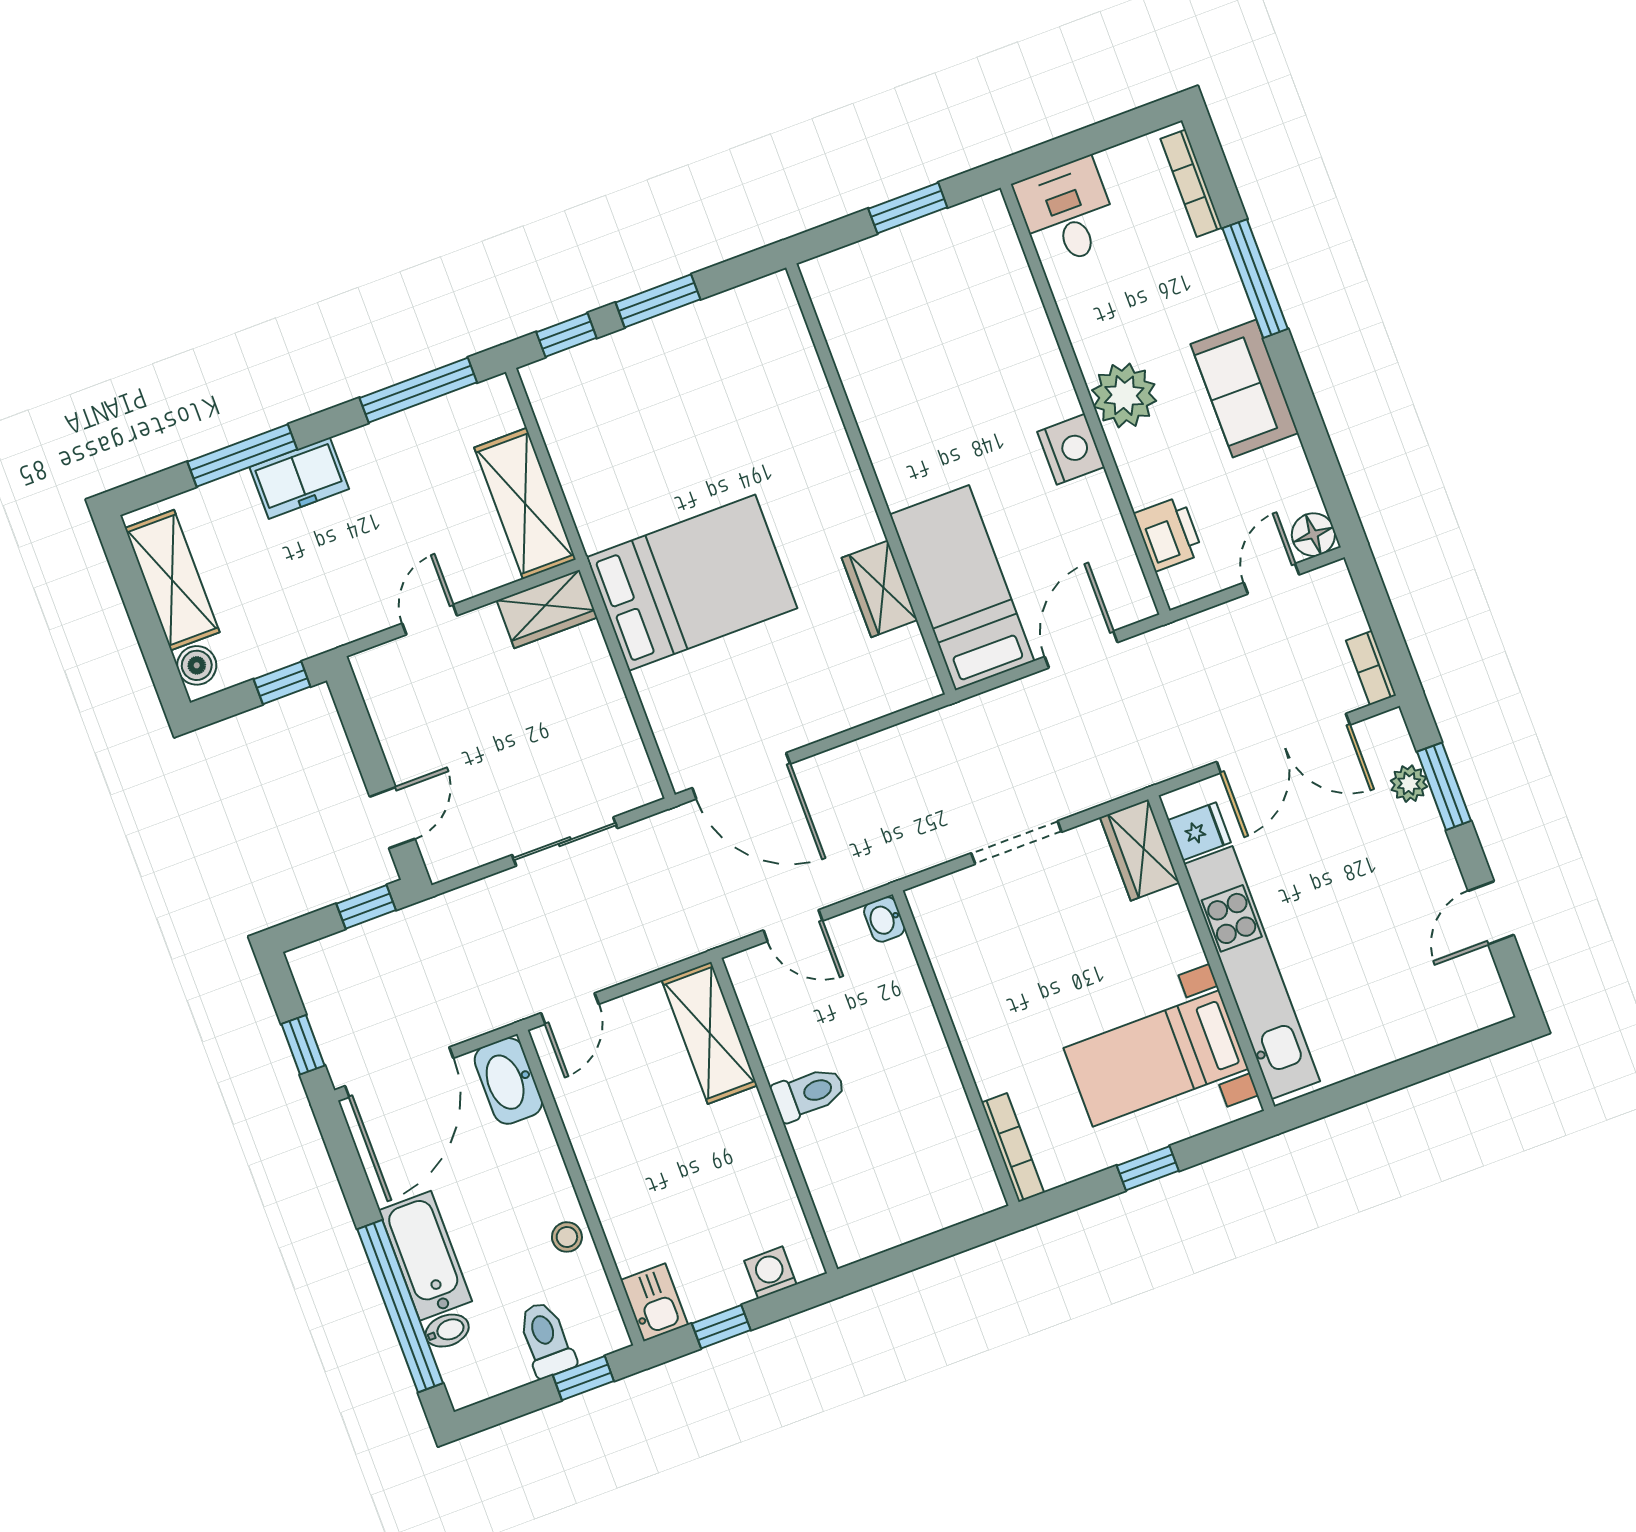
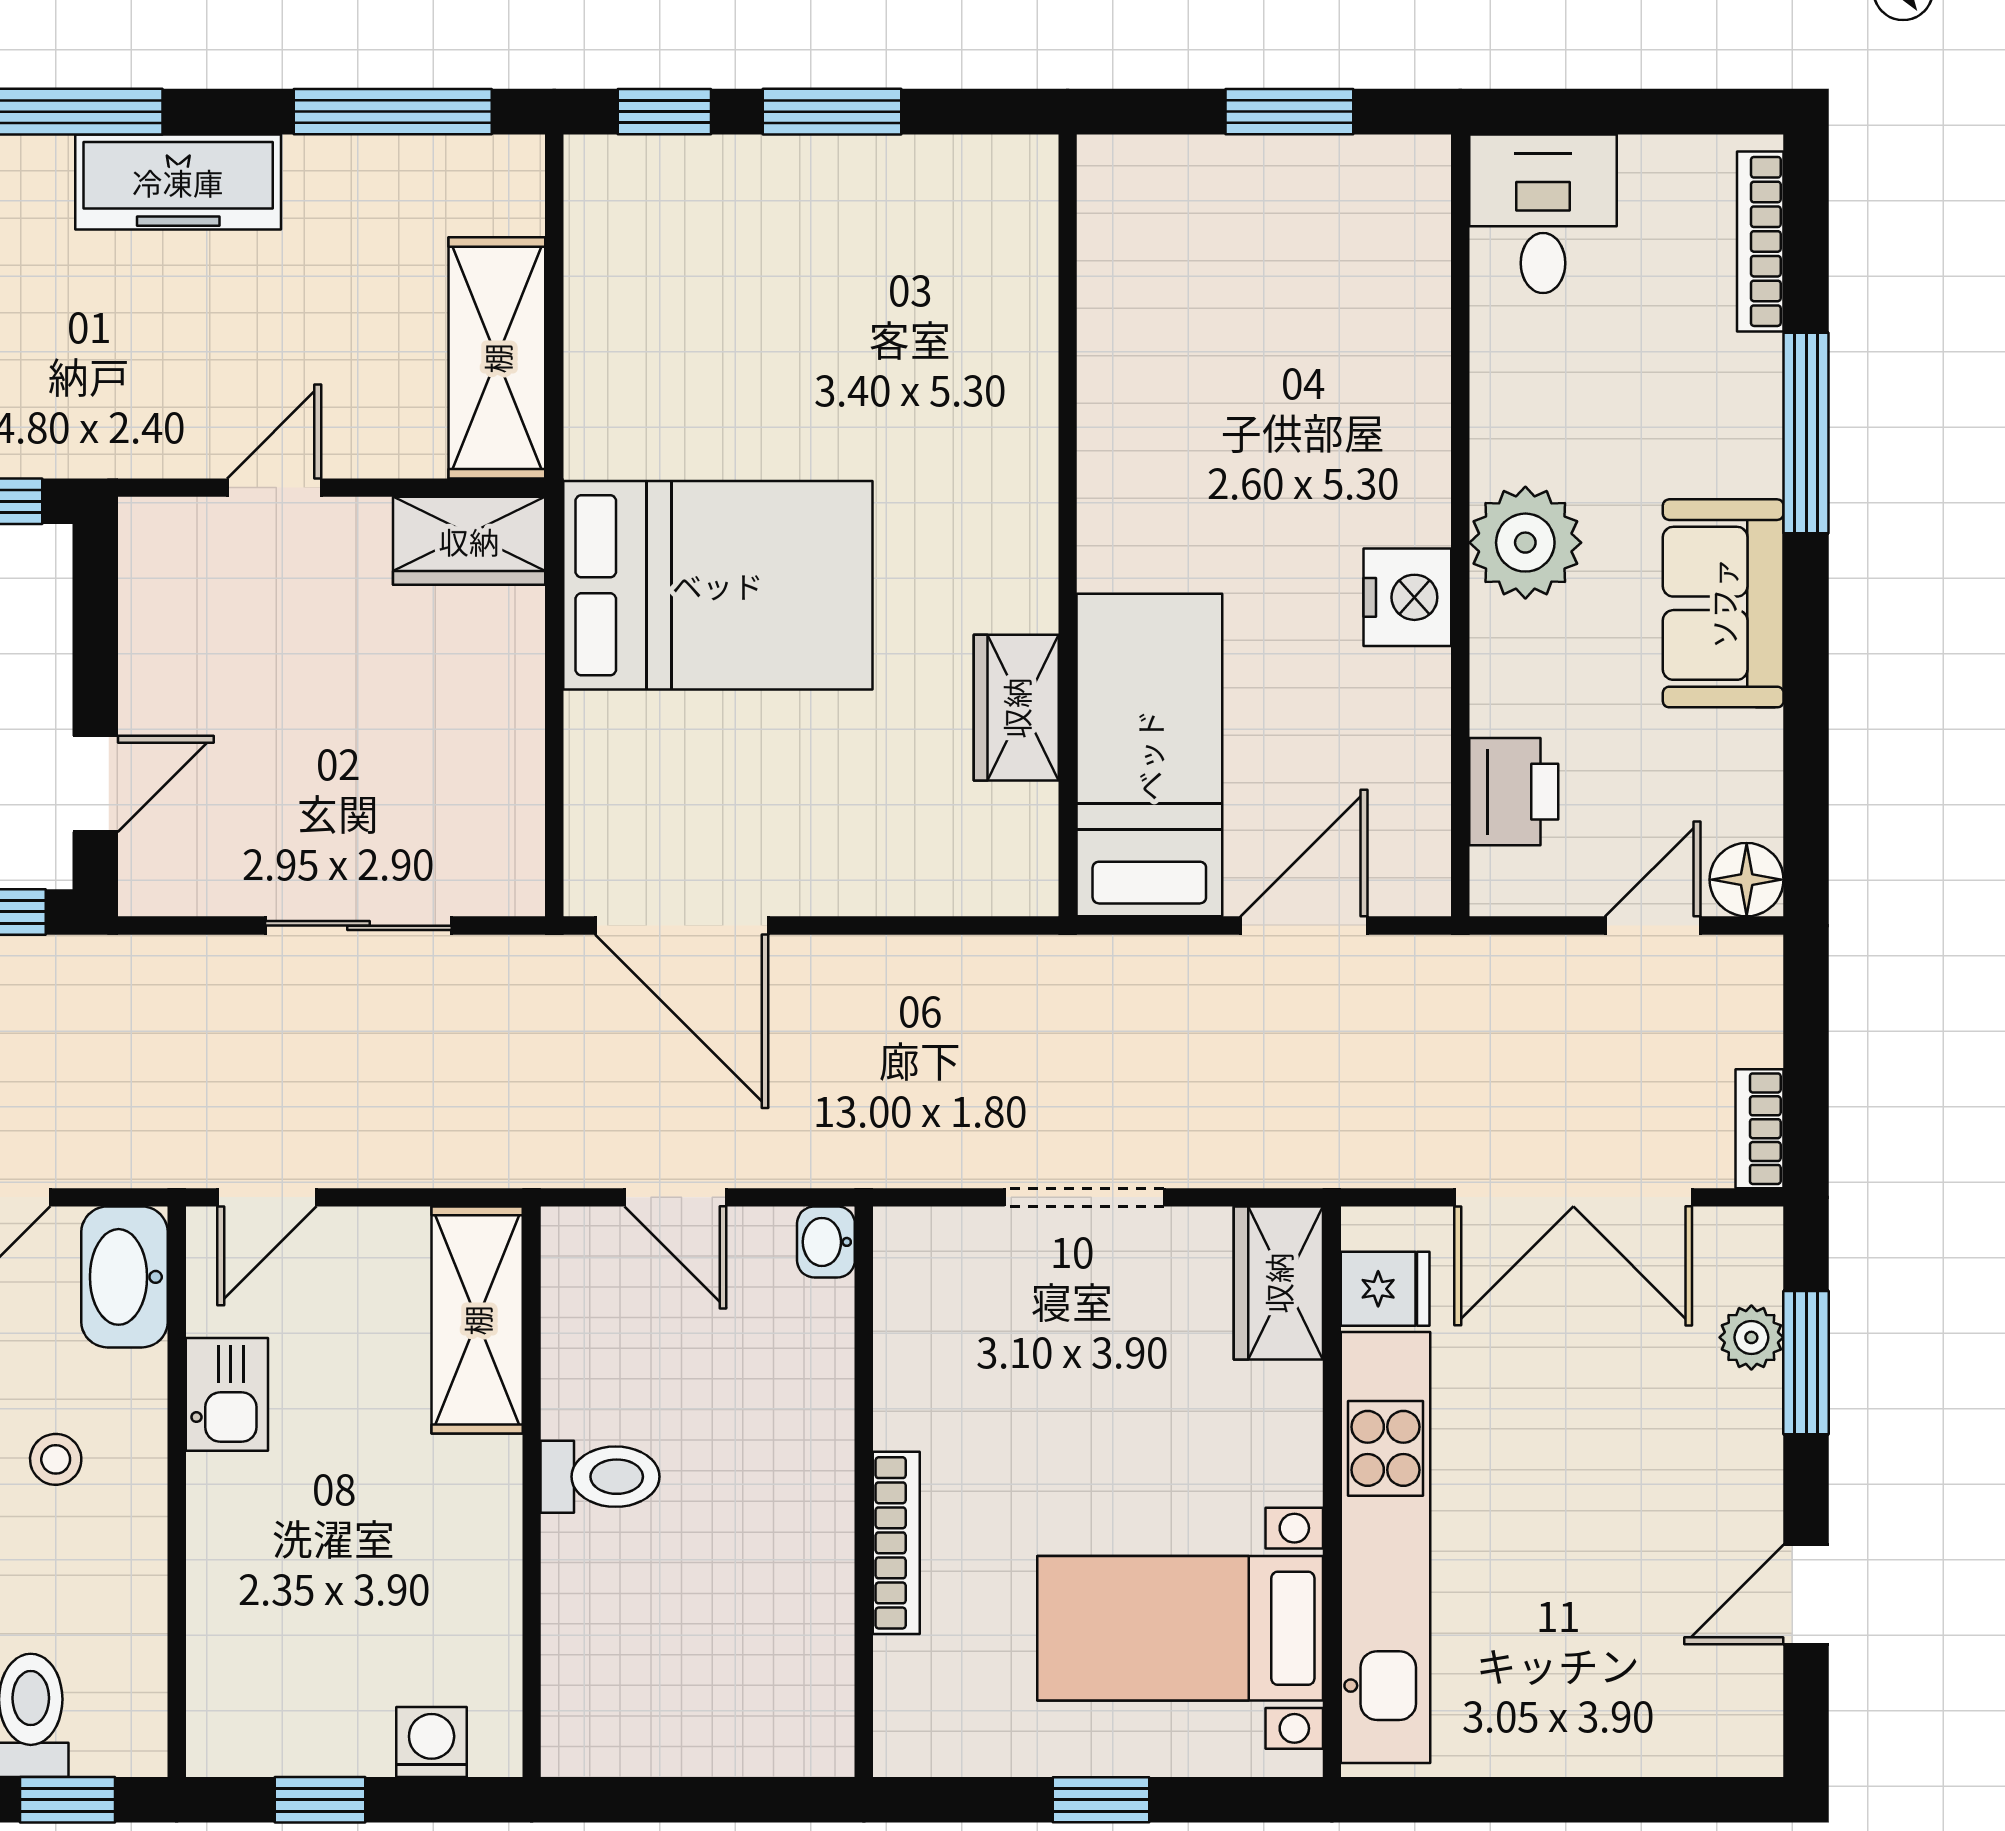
freezer: (299, 478) -> (178, 182), width x1.40
bookcase: (1013, 1148) -> (896, 1543), moved
stool: (567, 1237) -> (56, 1459), moved
kitchen sink: (654, 1302) -> (227, 1394), moved

